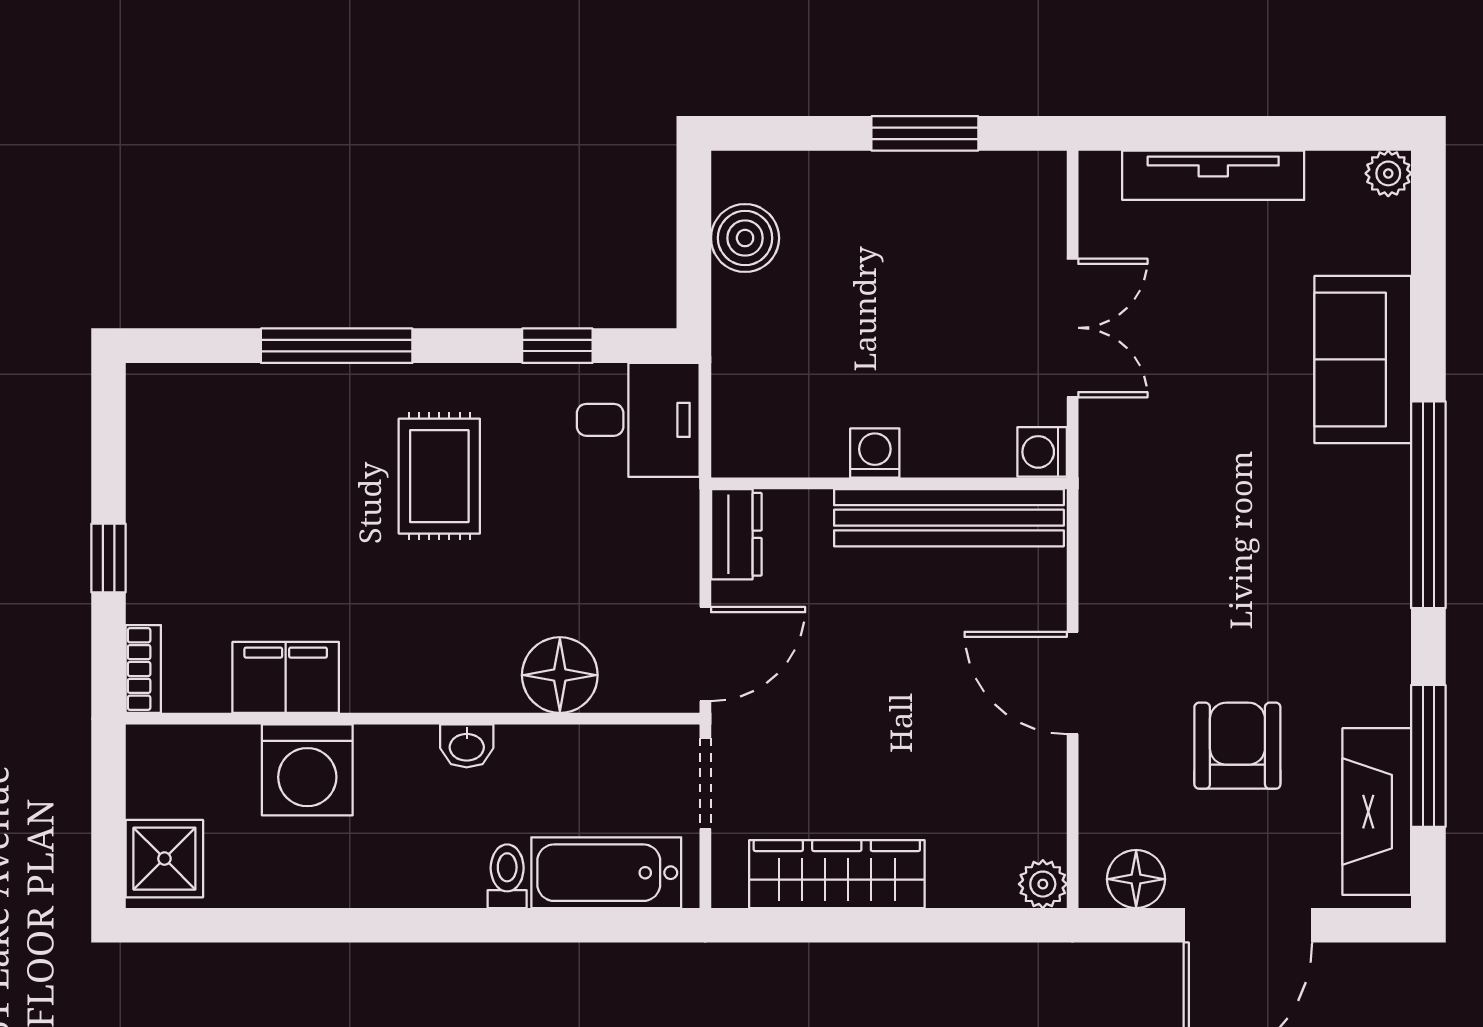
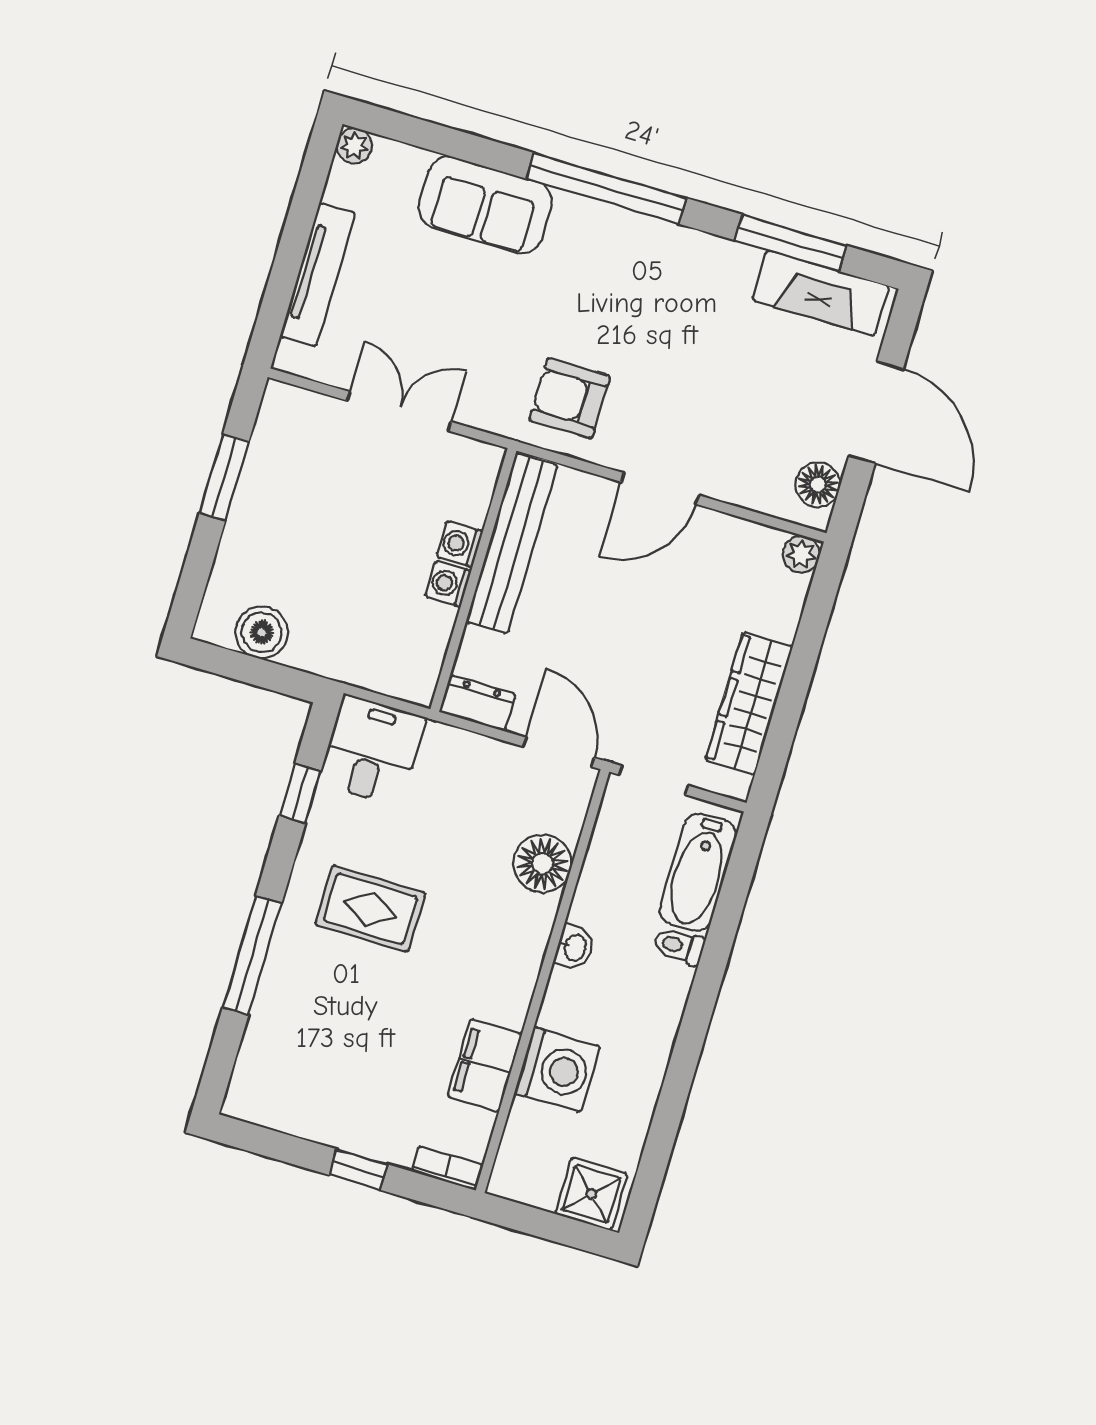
washing machine: (1042, 452) -> (460, 544), moved, turned 90
armchair: (1237, 746) -> (570, 398), moved

